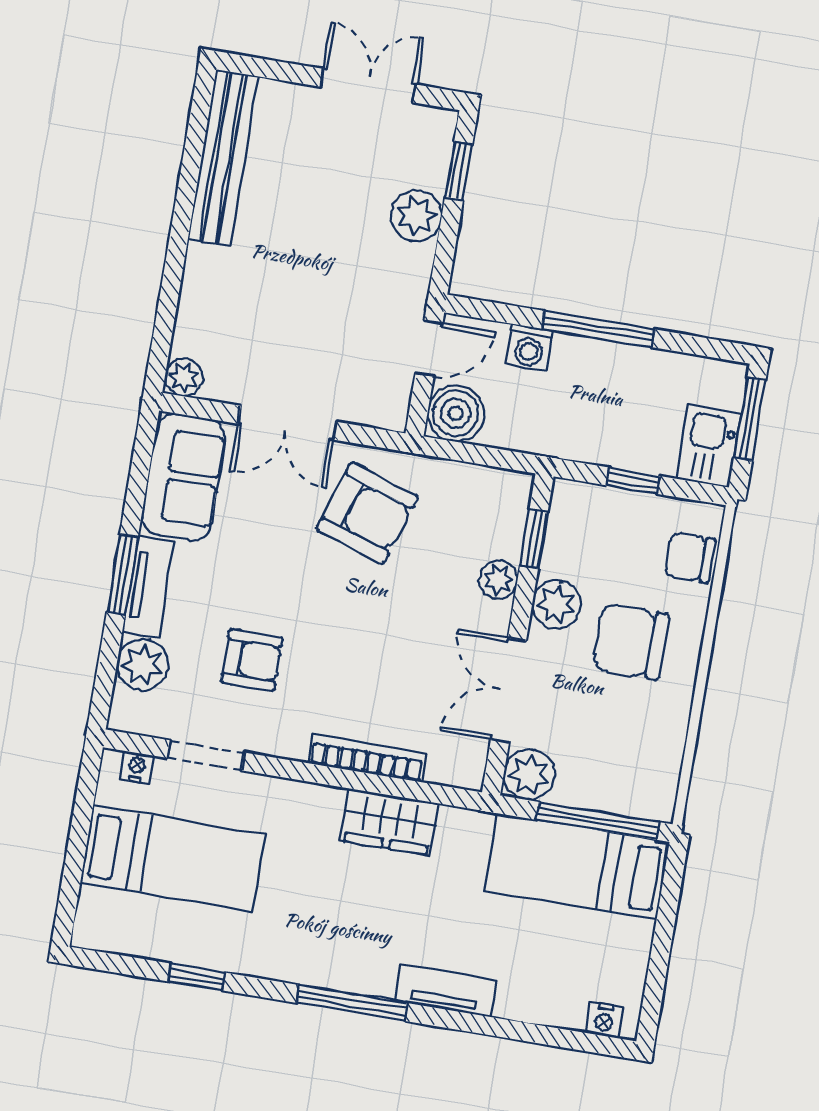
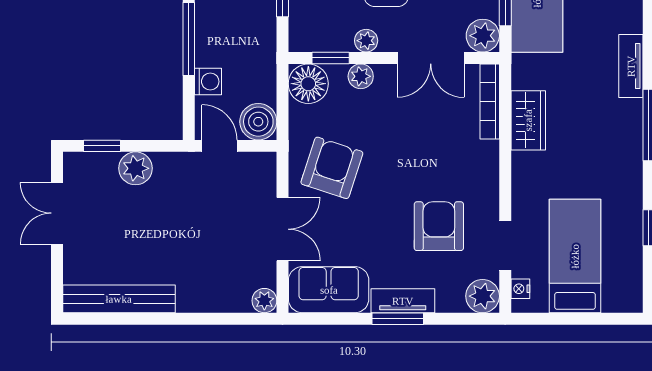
floor lamp: (500, 499) -> (308, 84), added
plant: (556, 604) -> (366, 41), width x0.73, depth x0.73
armchair: (252, 660) -> (439, 226), width x1.38, depth x1.38
plant: (142, 665) -> (483, 296), moved
bookcase: (367, 758) -> (490, 102), moved

